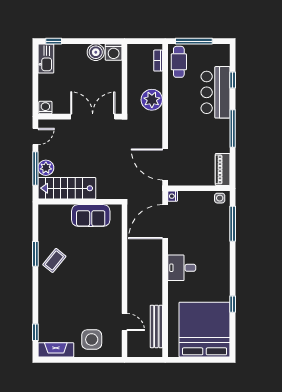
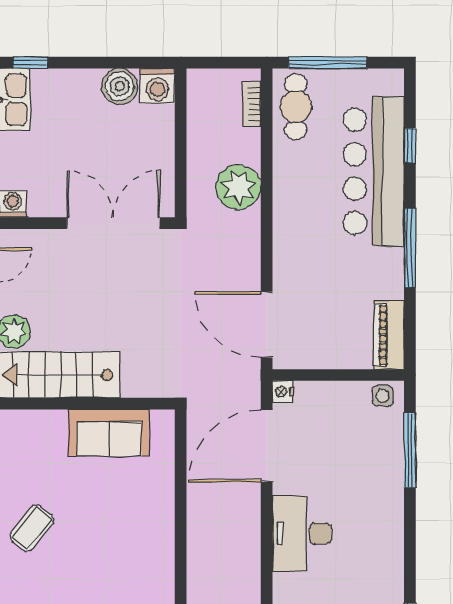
bar counter: (216, 92) -> (374, 171), width x1.36
desk: (182, 268) -> (302, 533), width x1.37

